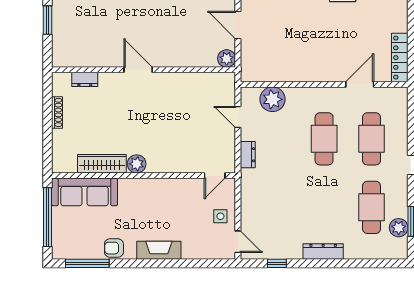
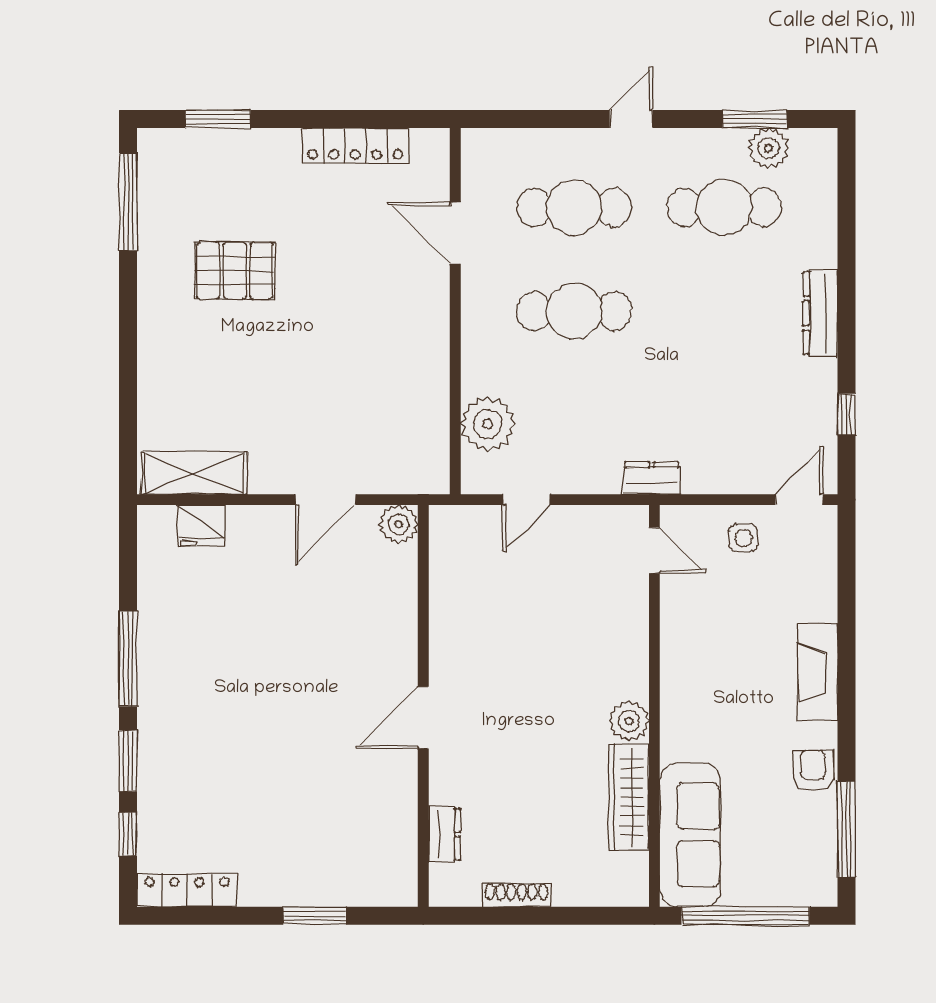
locker: (400, 58) -> (355, 146), moved
dresser: (248, 155) -> (652, 478), moved
armchair: (114, 248) -> (813, 771), turned 180

